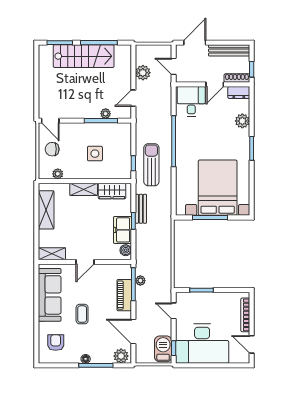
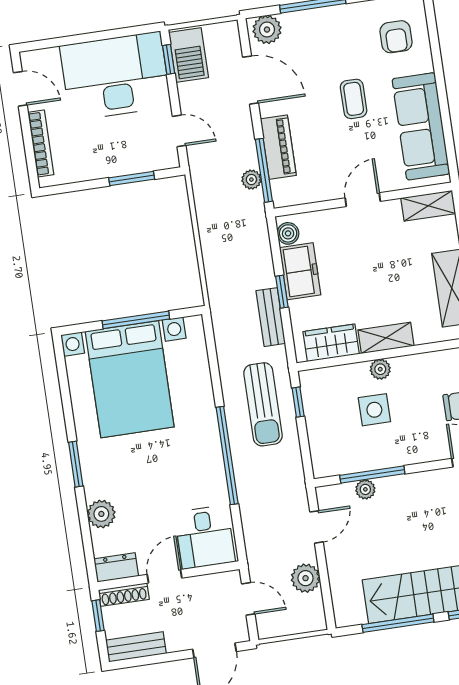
bench: (229, 50) -> (136, 647), width x0.73
plant: (58, 174) -> (380, 369), moved
floor lamp: (86, 359) -> (334, 14), removed

